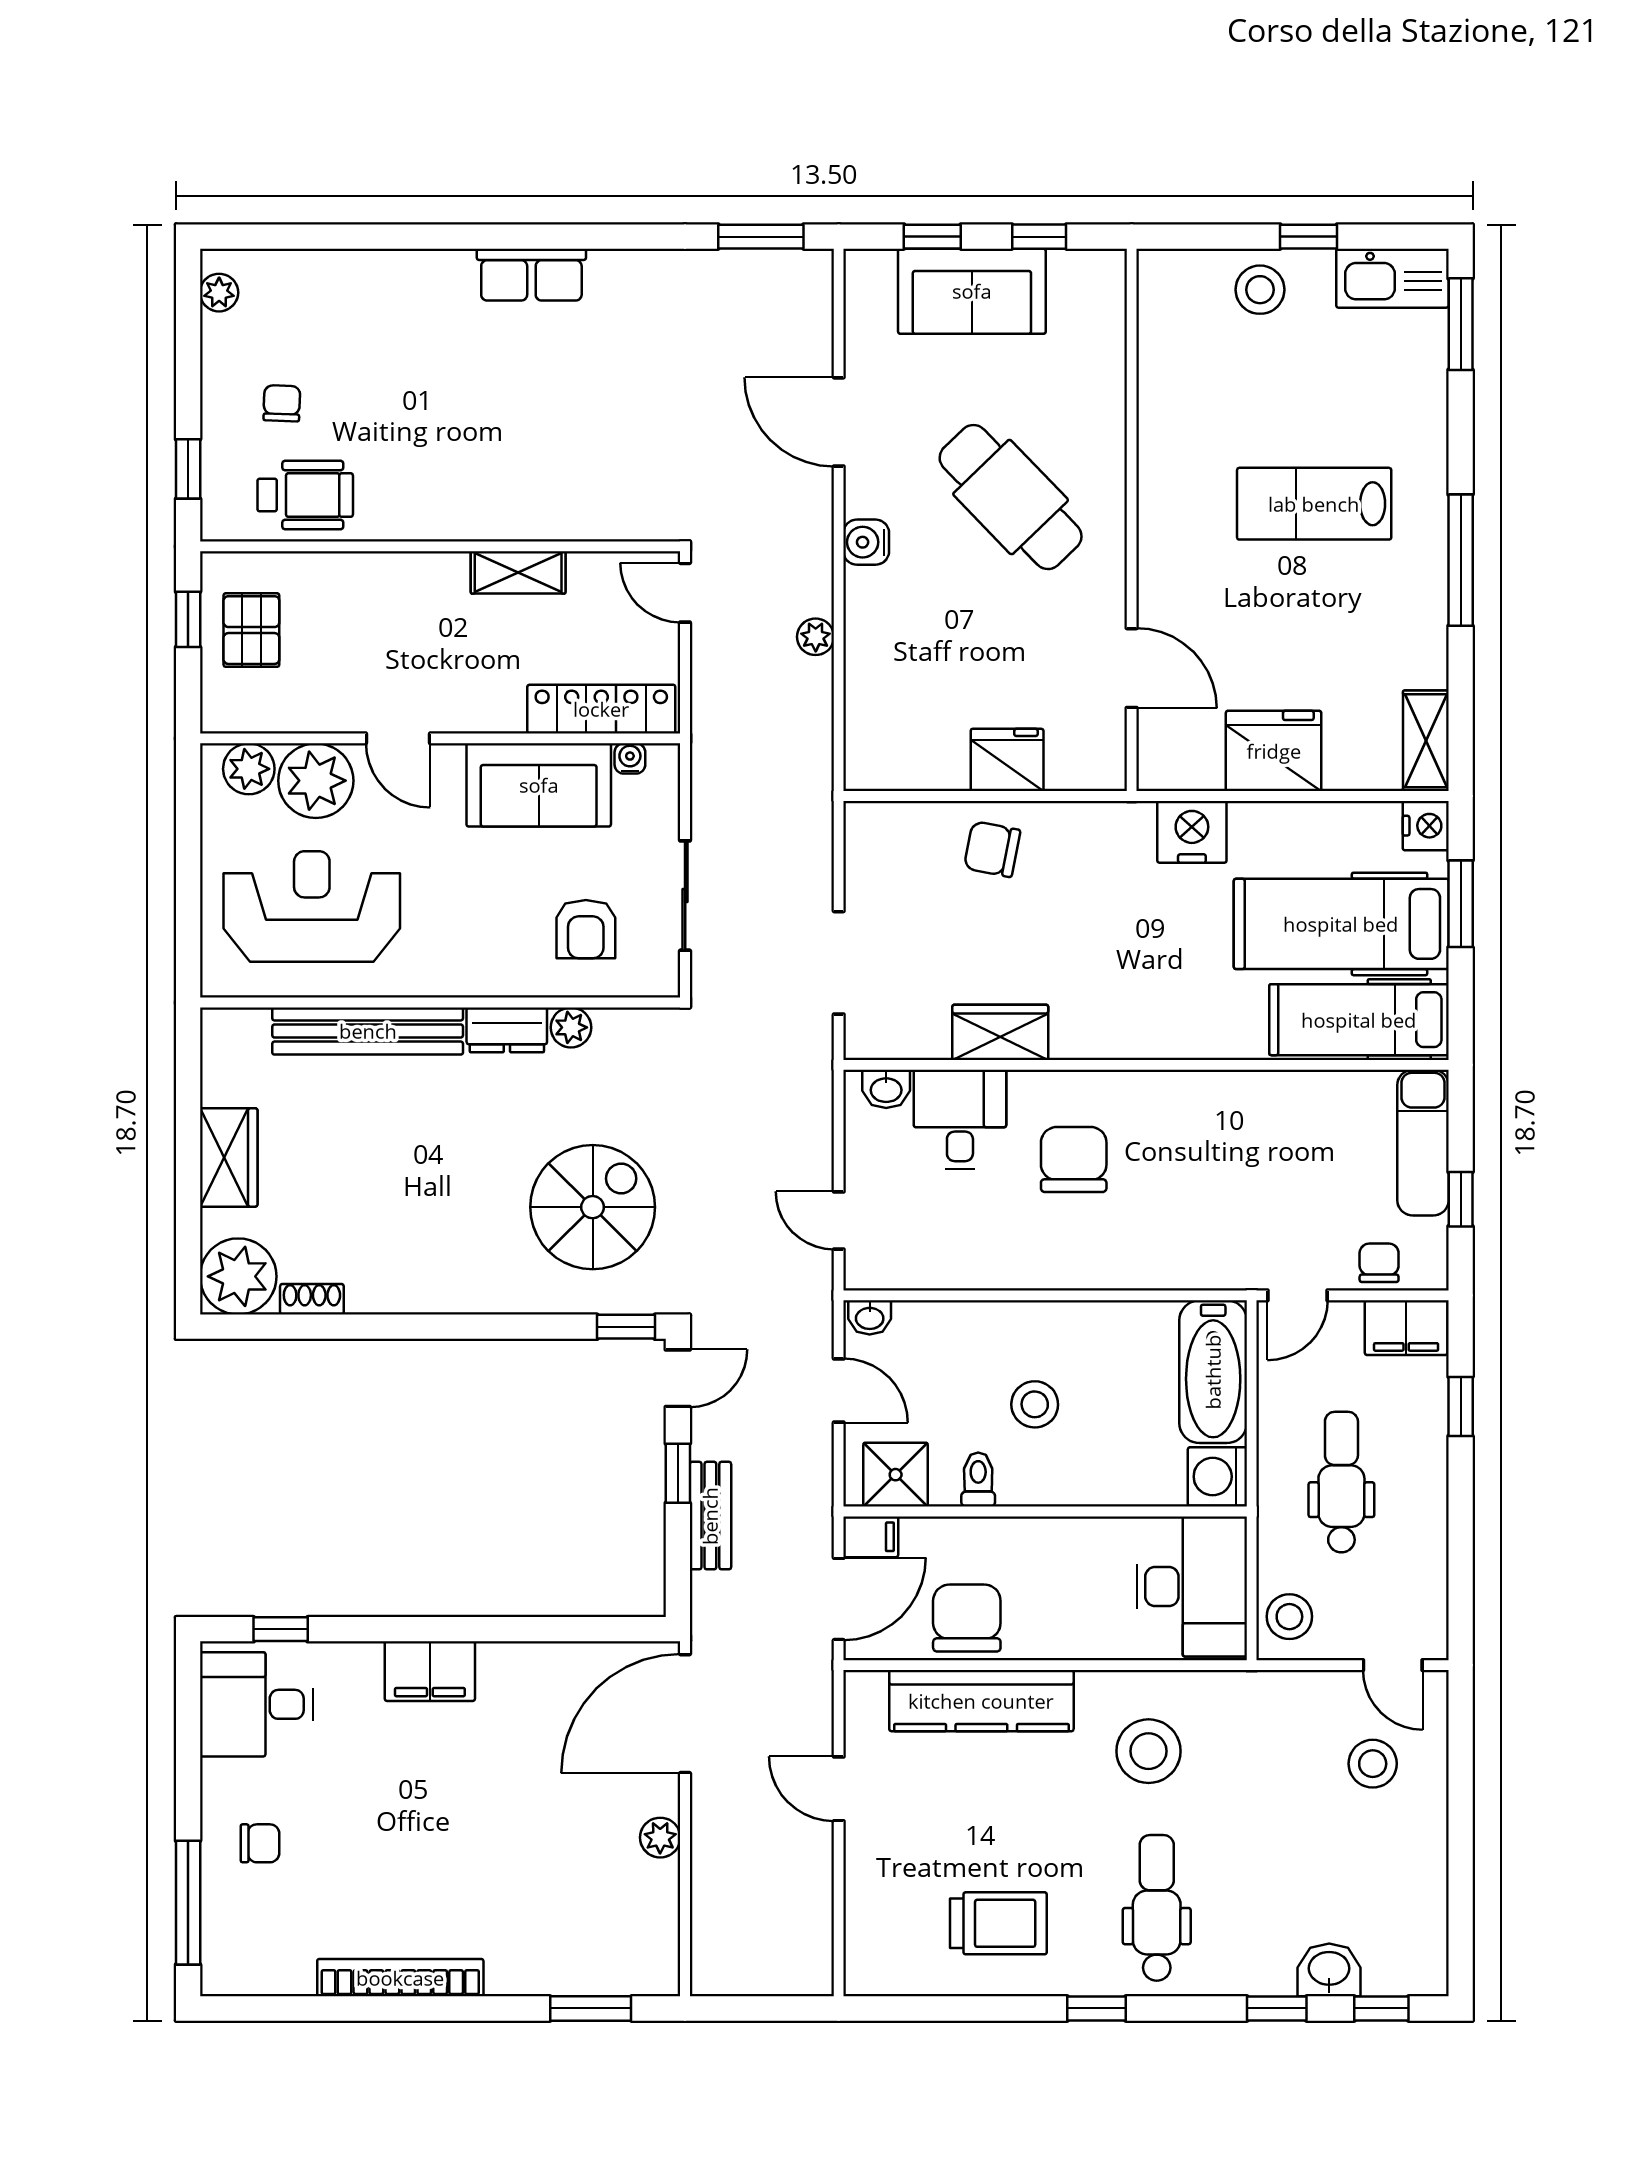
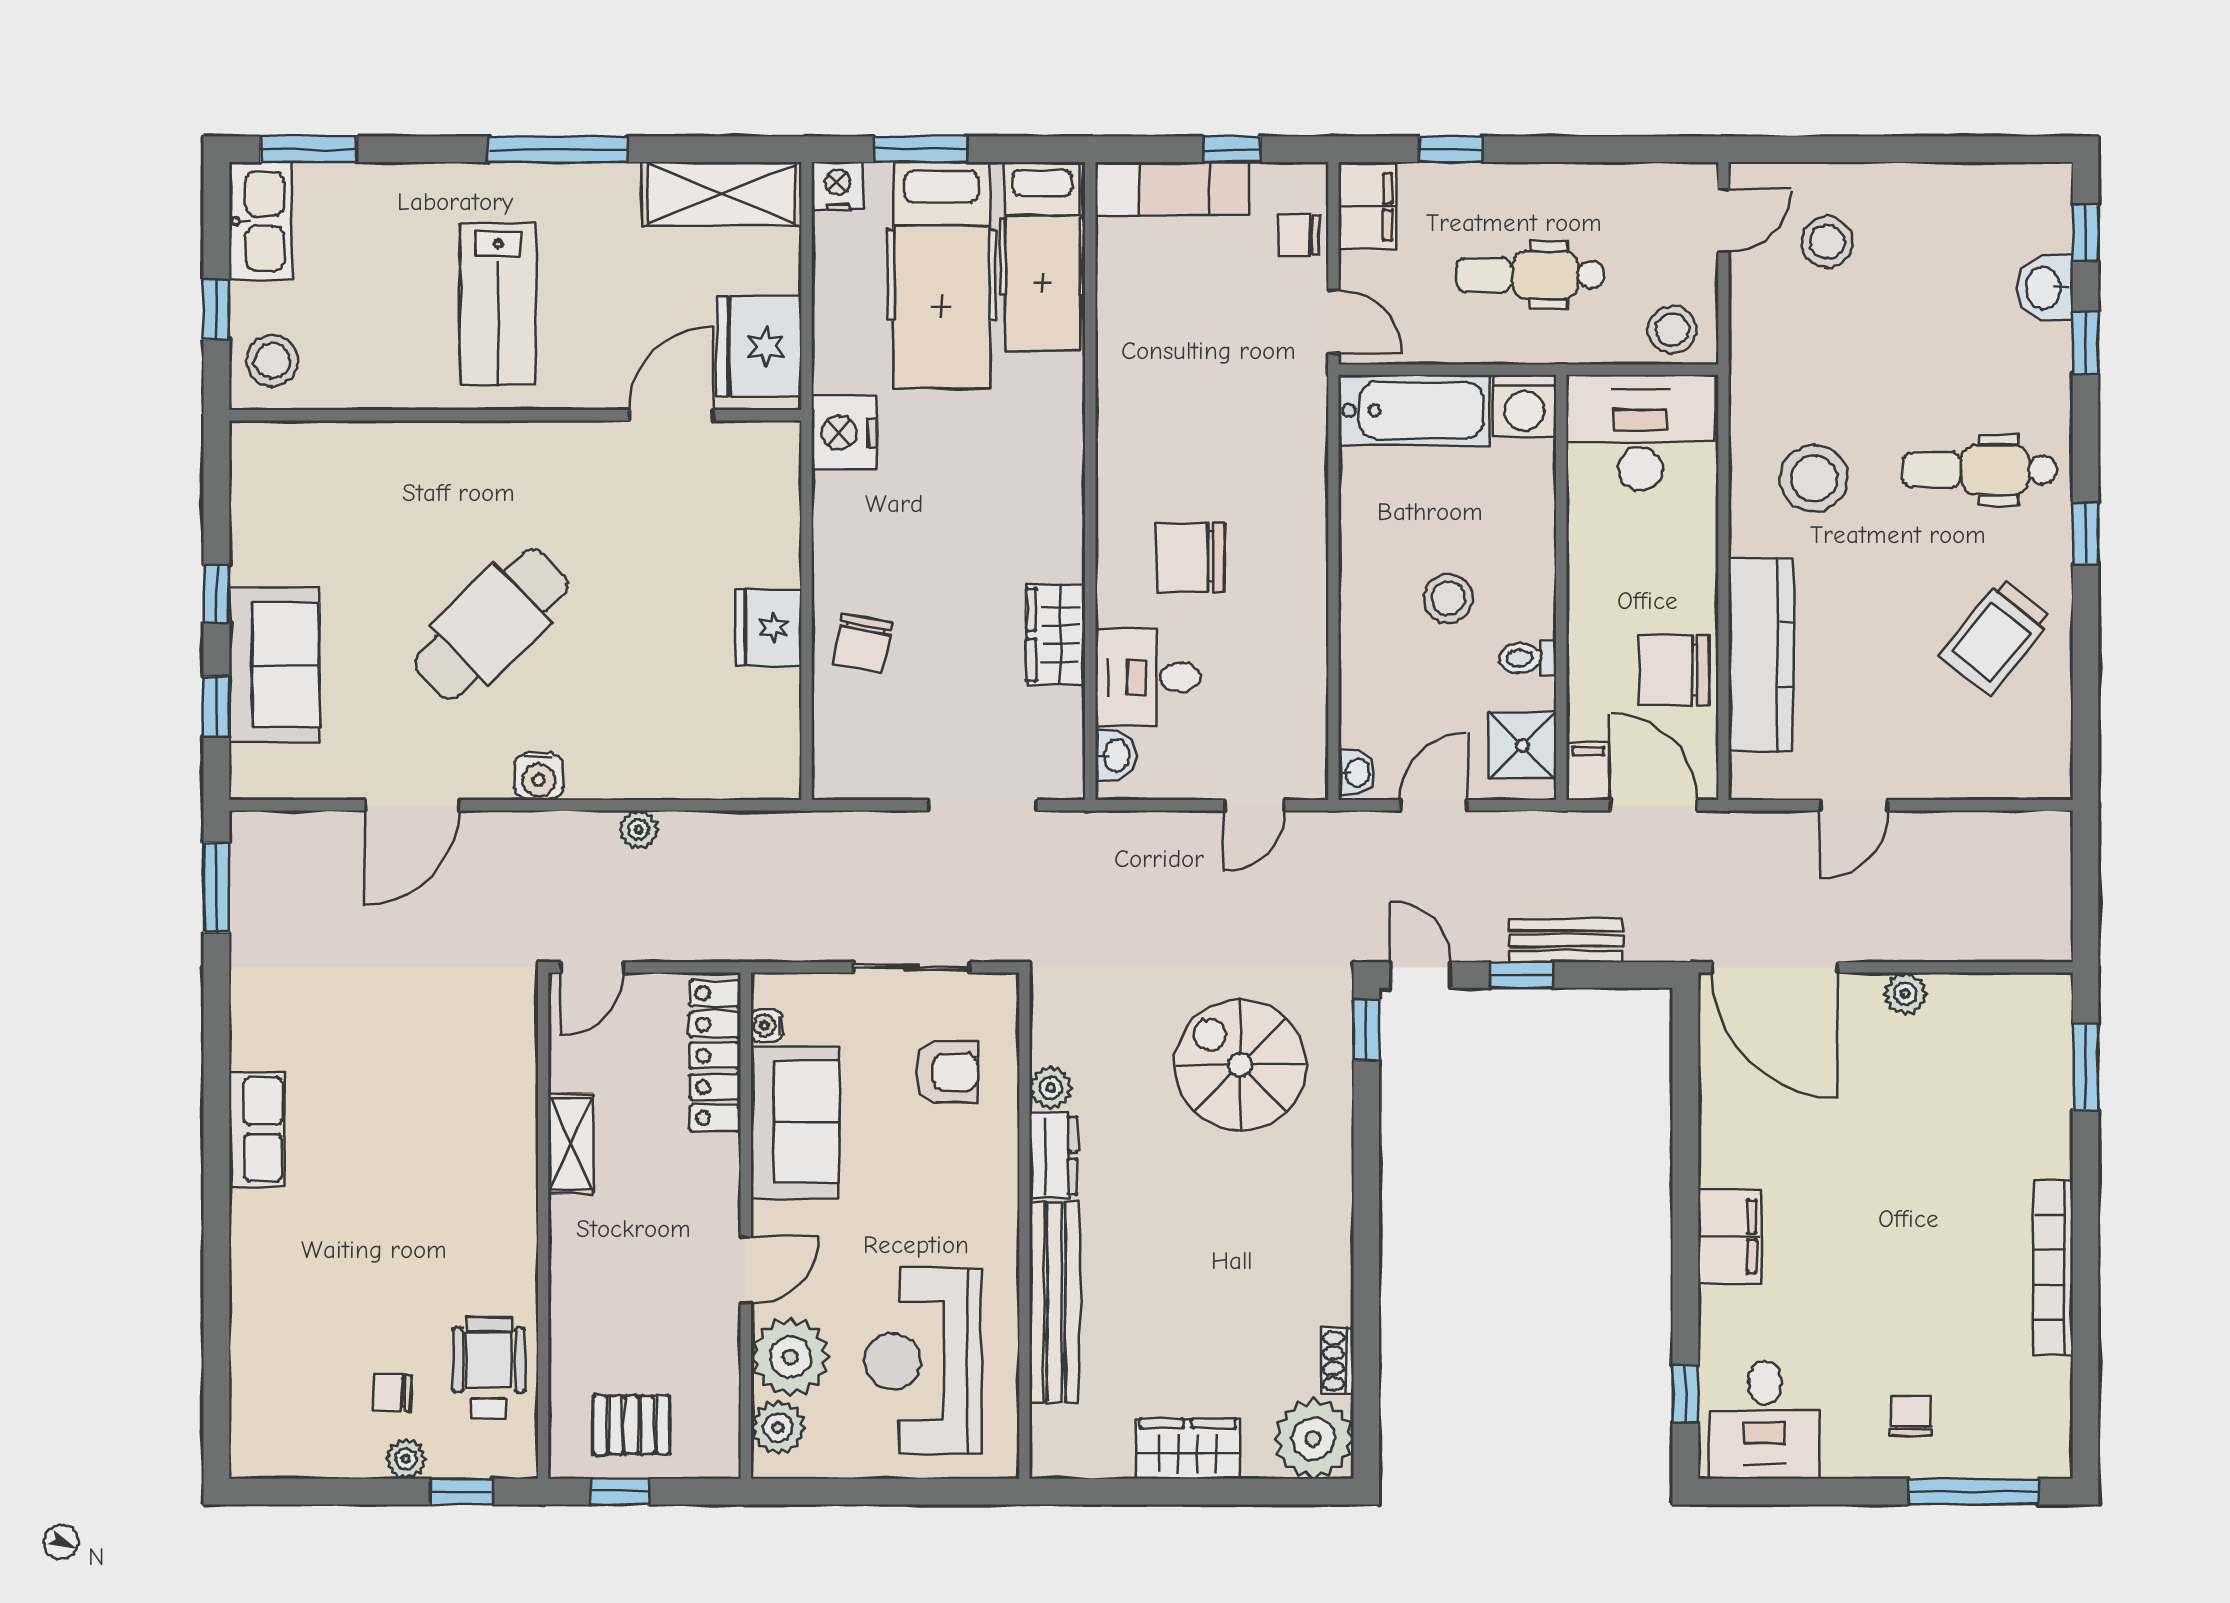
plant: (219, 293) -> (406, 1459), moved
wall: (1132, 520) -> (515, 415), moved
door: (1132, 668) -> (672, 415), moved
shelving: (1426, 741) -> (722, 194), width x1.50, depth x1.33
trolley: (998, 1923) -> (1996, 637), turned -141

